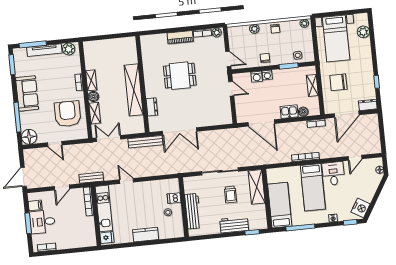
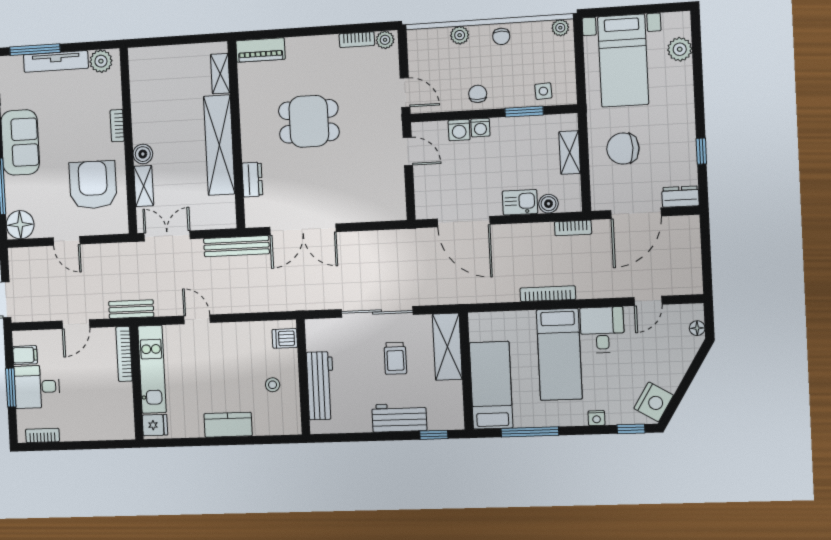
piano: (180, 37) -> (260, 50), moved
shelving: (91, 80) -> (220, 74), moved
dishwasher: (174, 198) -> (285, 338), moved

